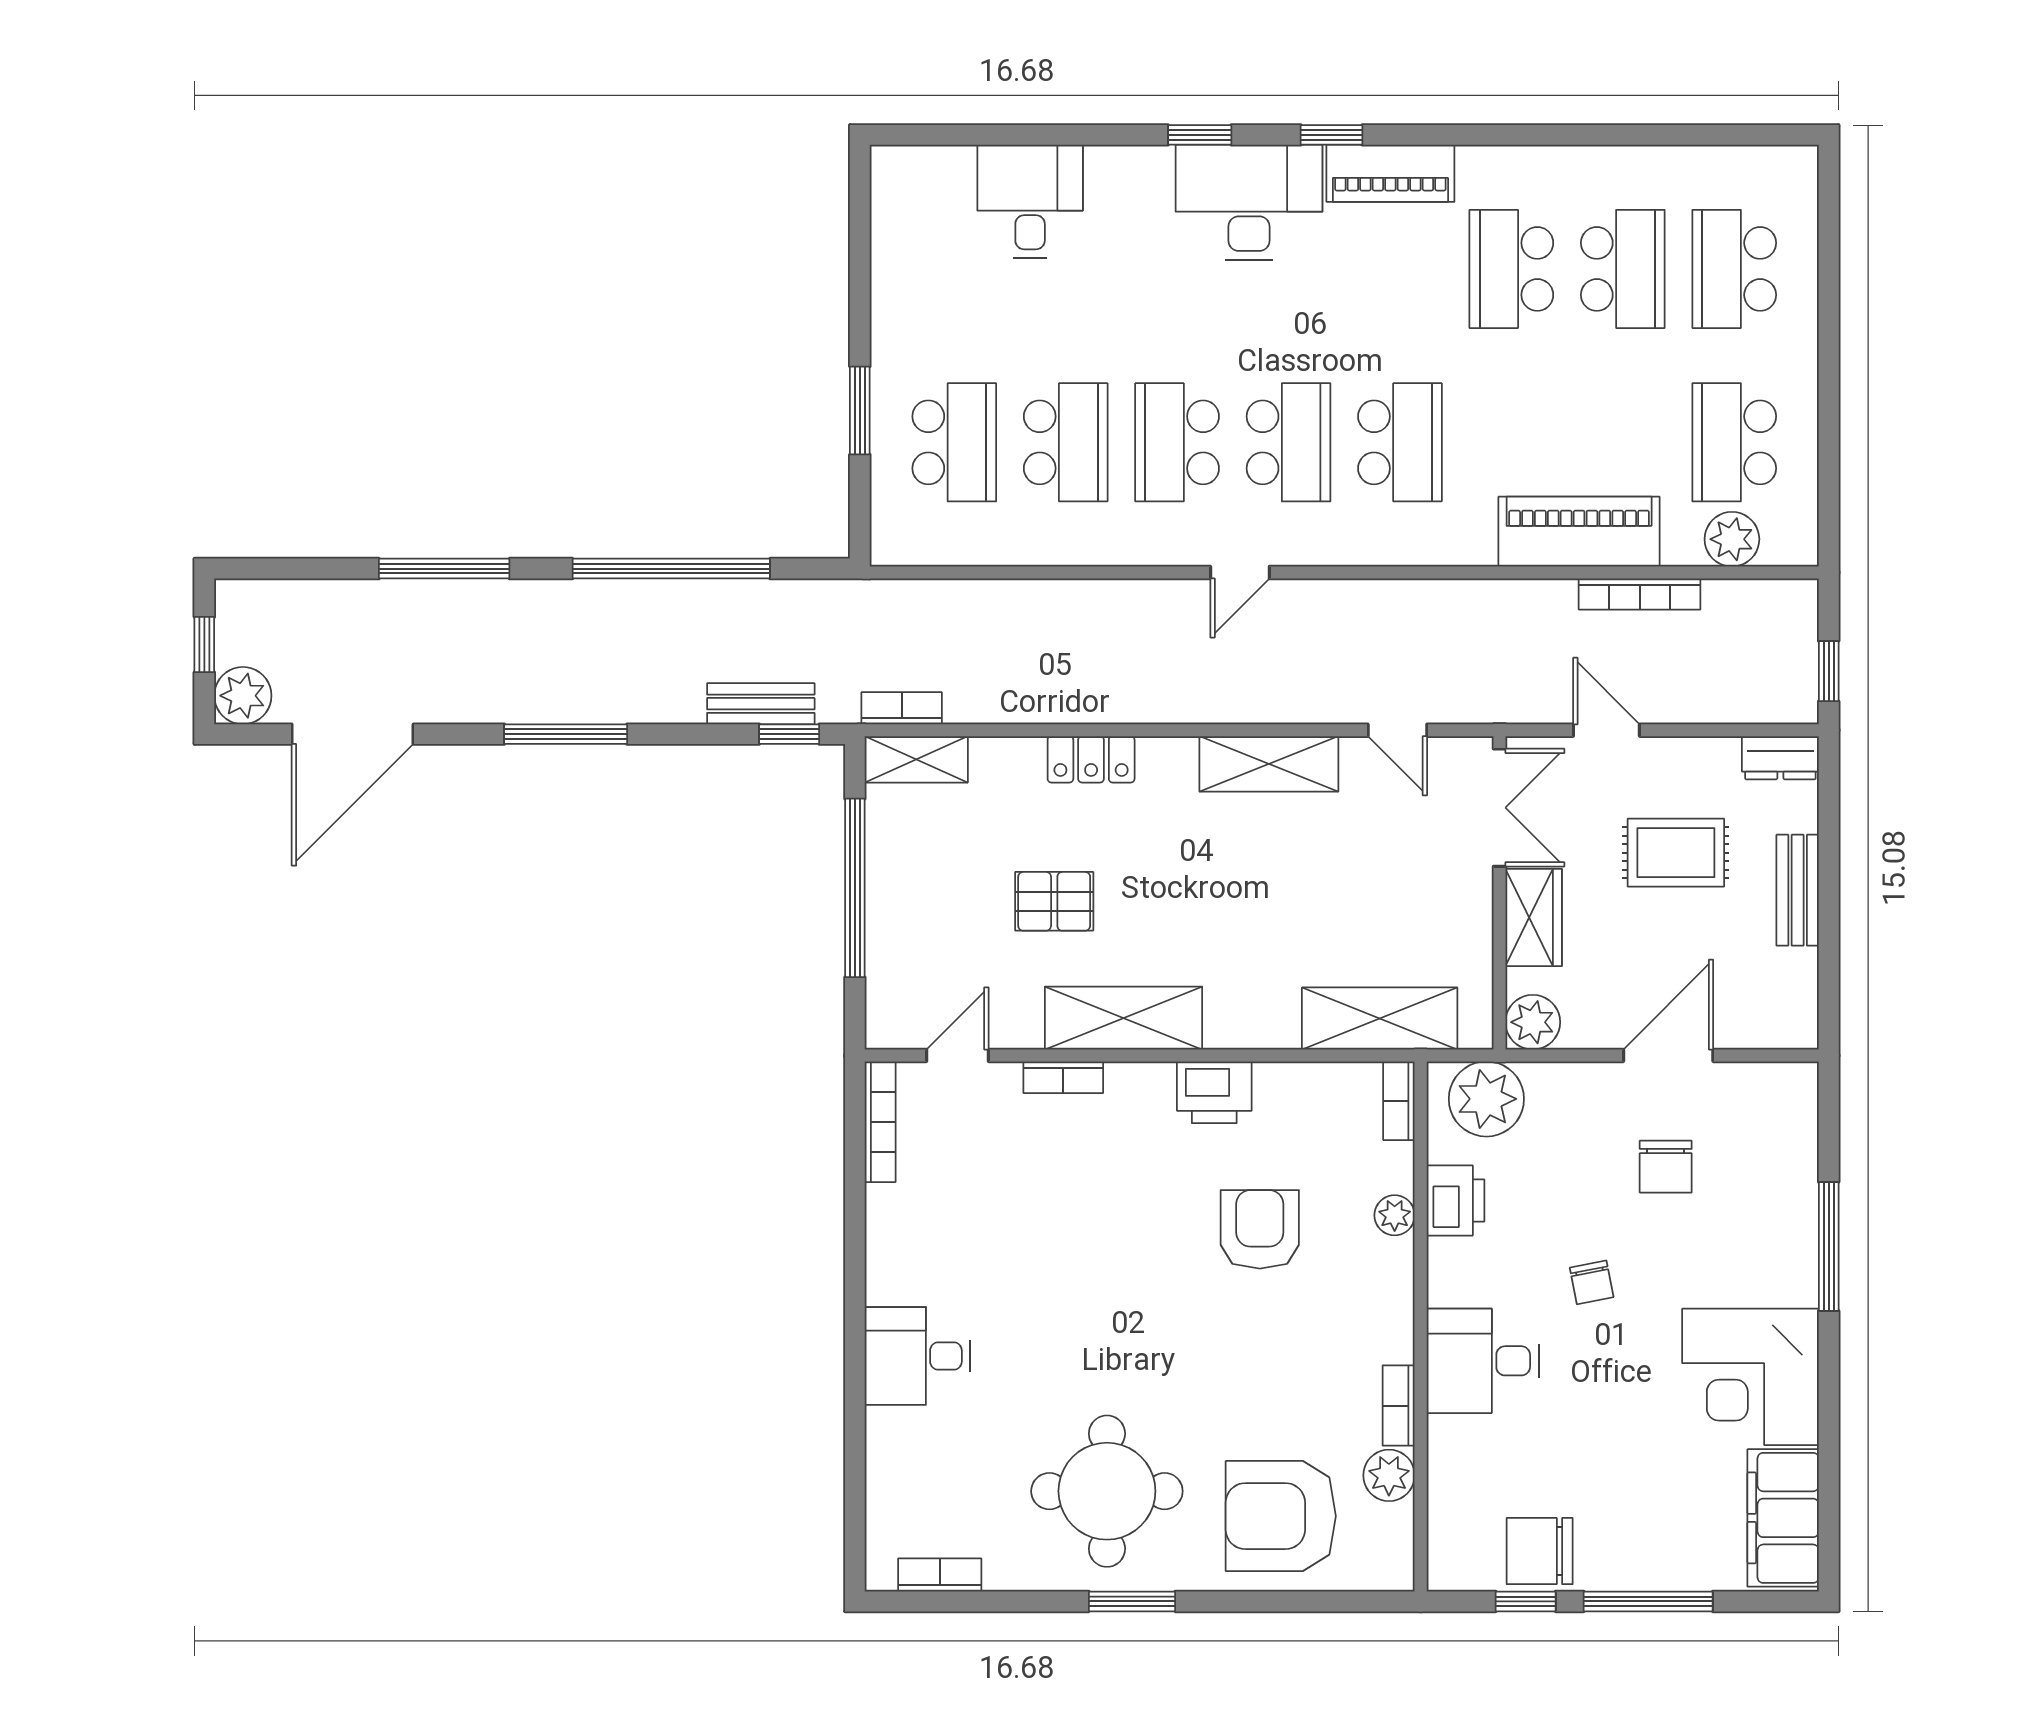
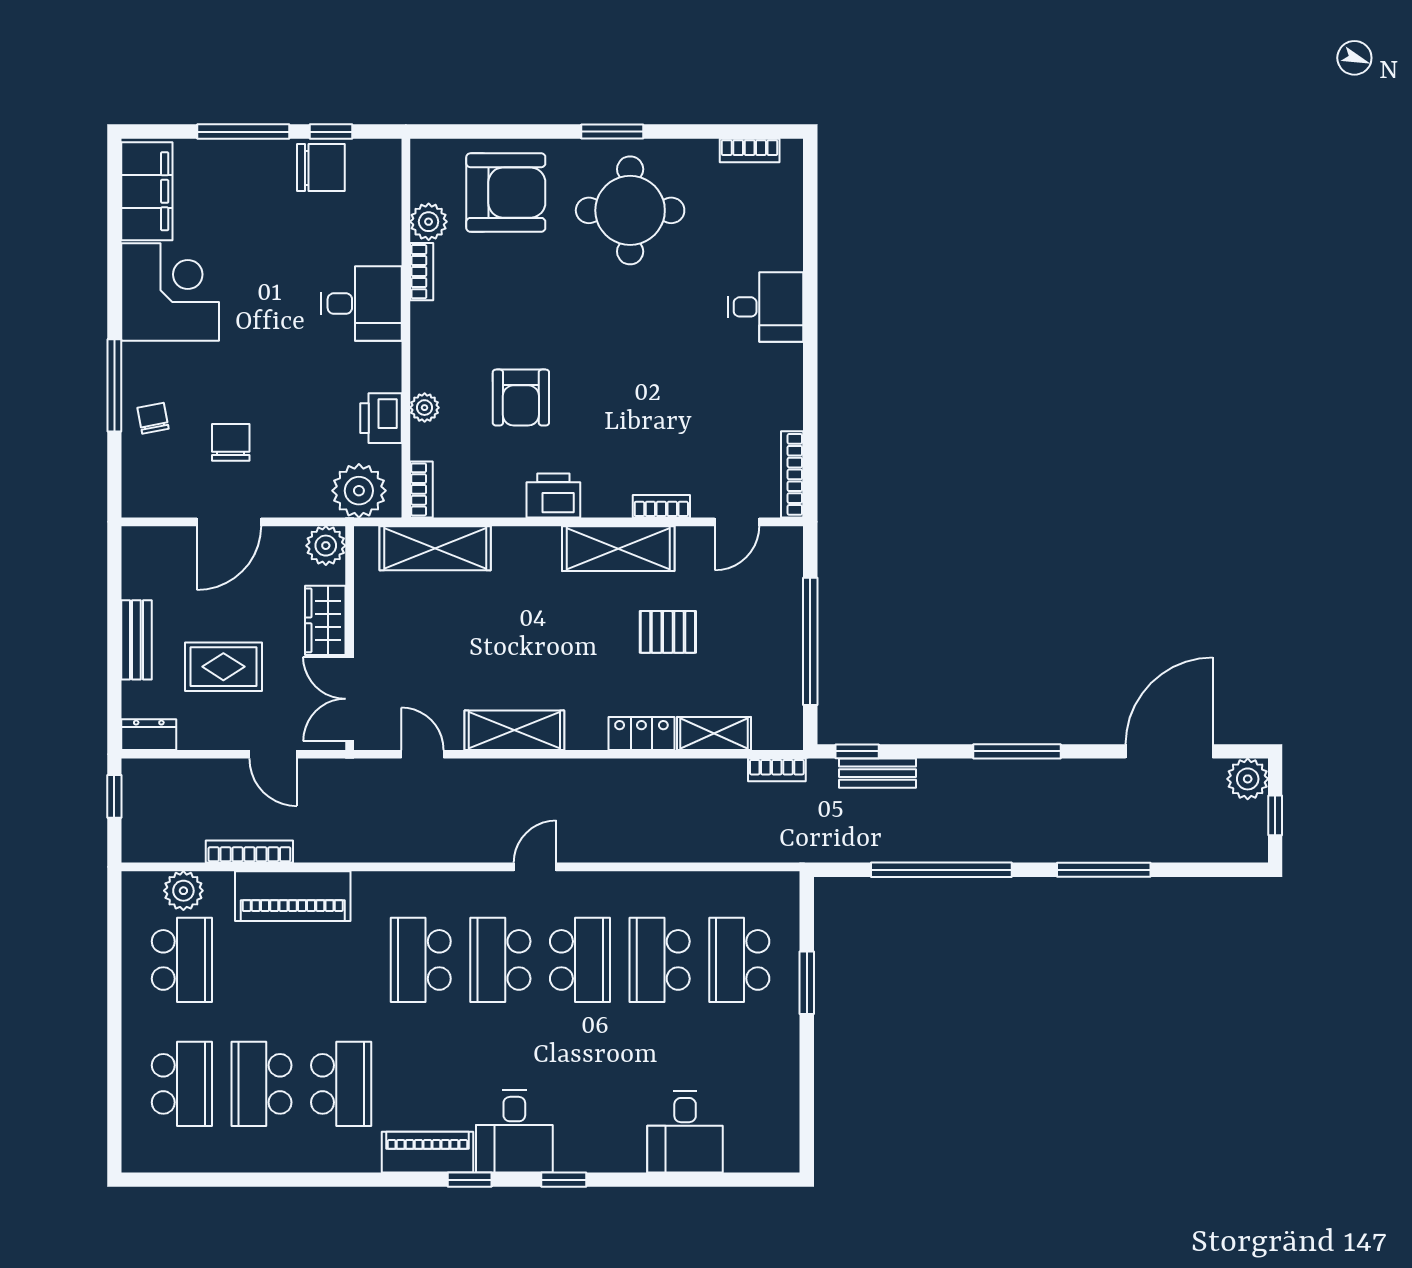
desk: (1249, 202) -> (514, 1131), width x0.73
shelving: (916, 759) -> (714, 733), moved
chair: (1592, 1282) -> (153, 418), moved

